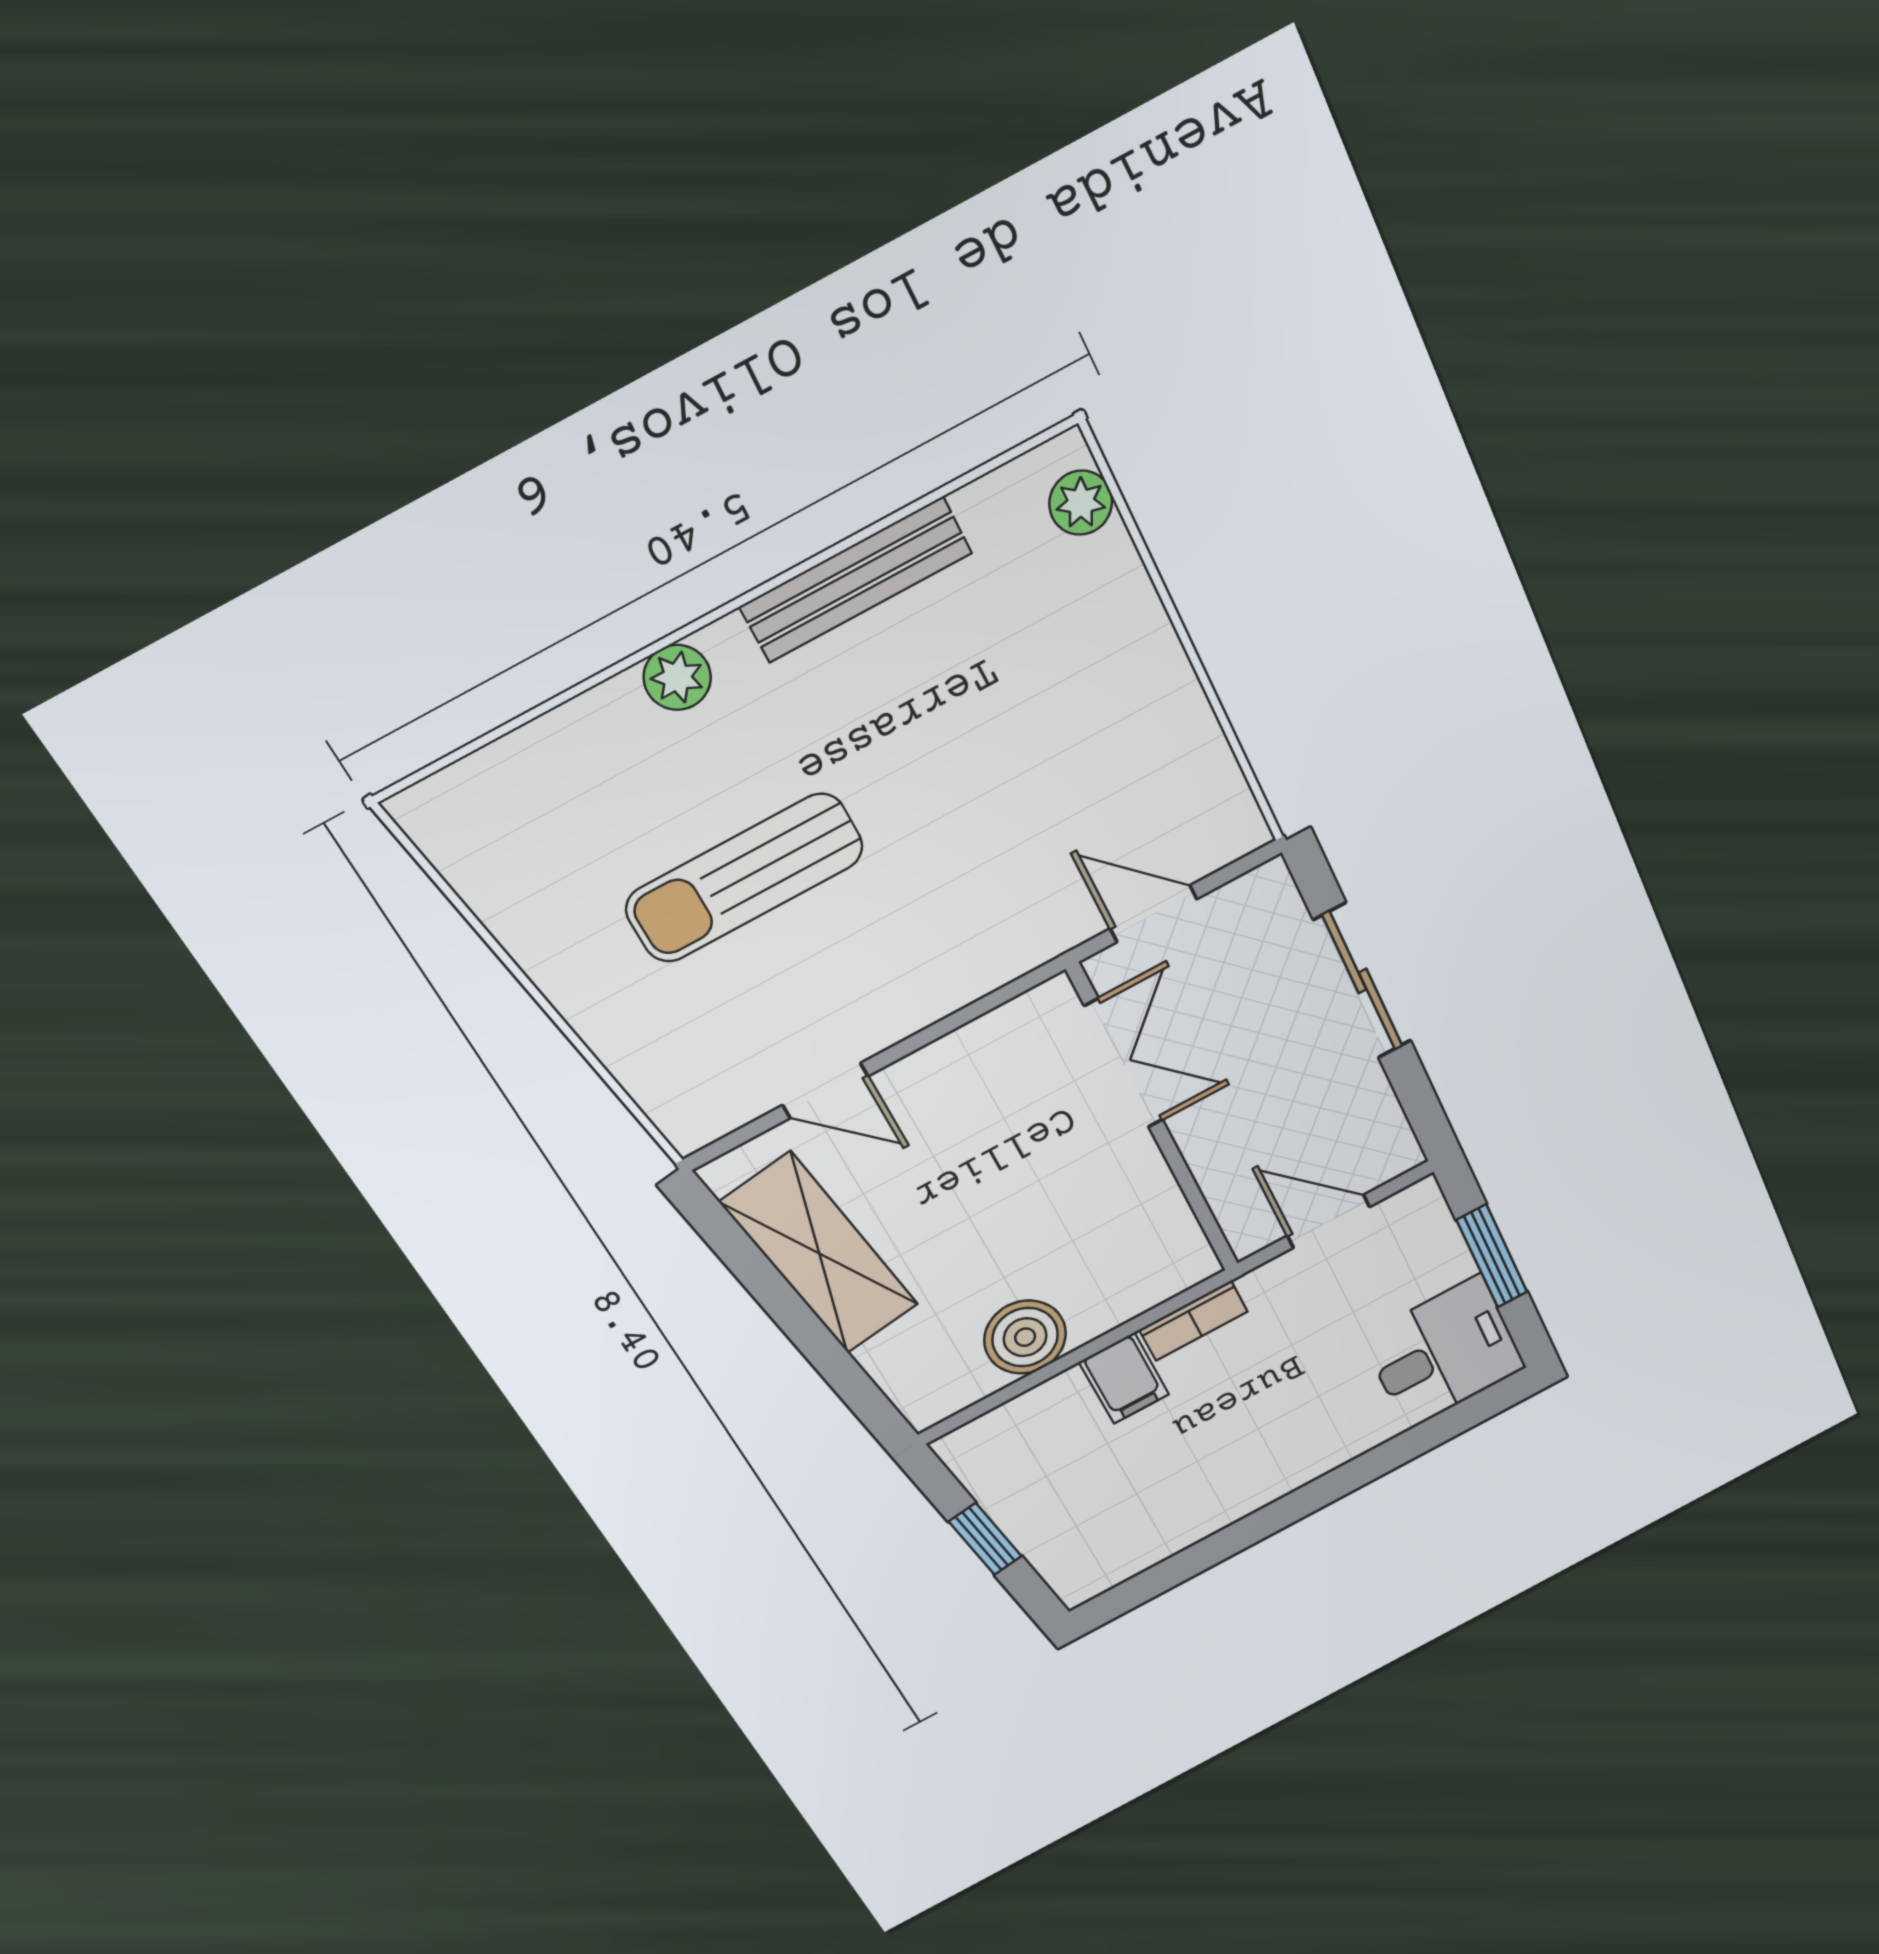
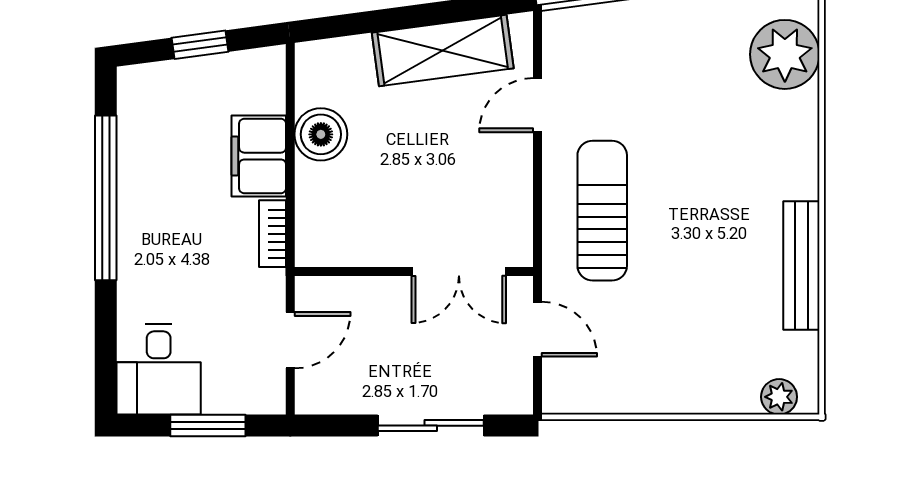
plant: (677, 677) -> (785, 54), moved, width x1.88, depth x1.88
sun lounger: (744, 878) -> (602, 211), moved
door: (1153, 914) -> (537, 329), hinge flipped
filing cabinet: (1124, 1378) -> (259, 156), width x2.00
window: (1248, 1532) -> (106, 198), added

